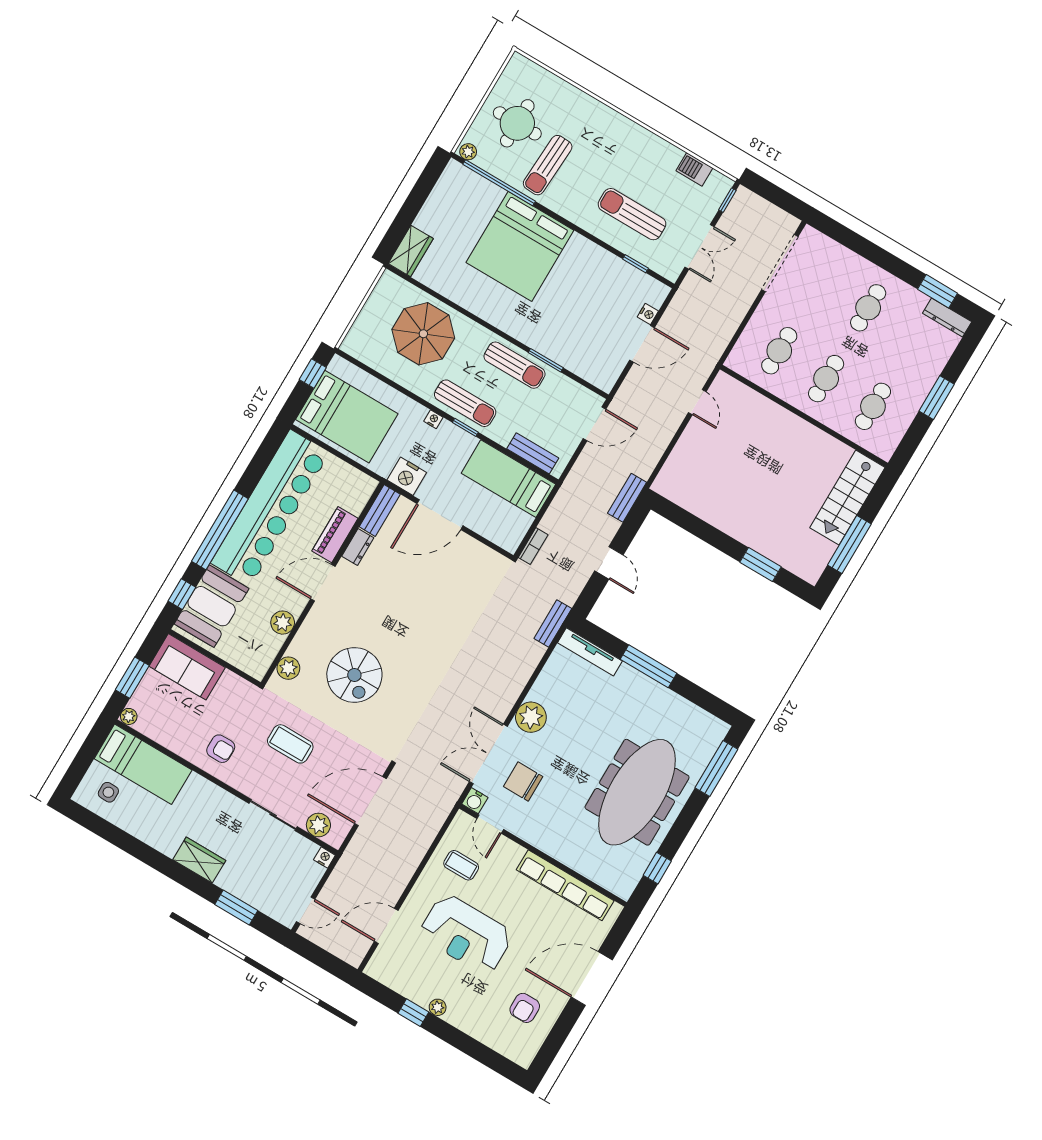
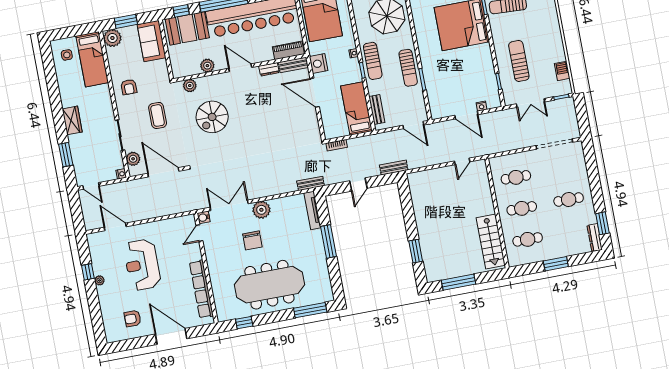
stairs: (847, 498) -> (491, 241), moved, turned -90
piano: (335, 535) -> (288, 50), moved
plant: (129, 716) -> (112, 38), width x1.88, depth x1.88
chair: (523, 782) -> (252, 240), moved, turned 180
coffee table: (461, 865) -> (170, 236), removed

